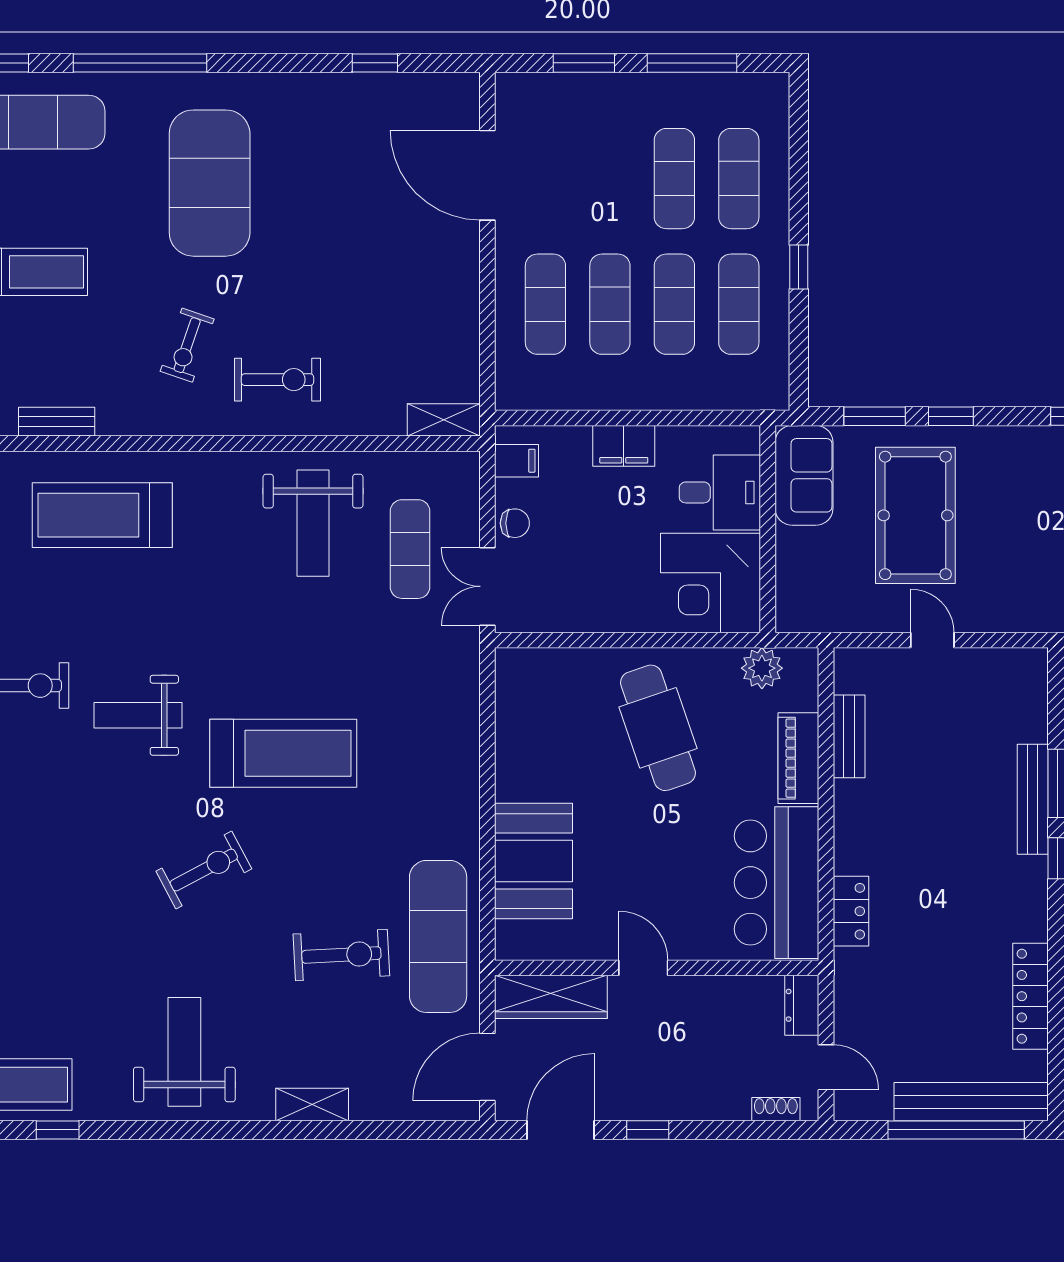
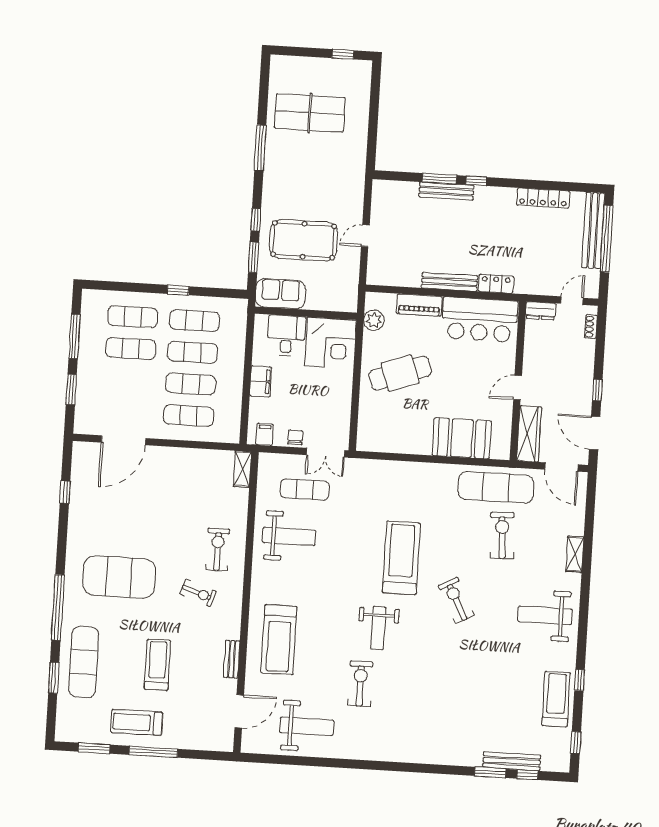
bench: (849, 736) -> (450, 282), moved, width x1.36

